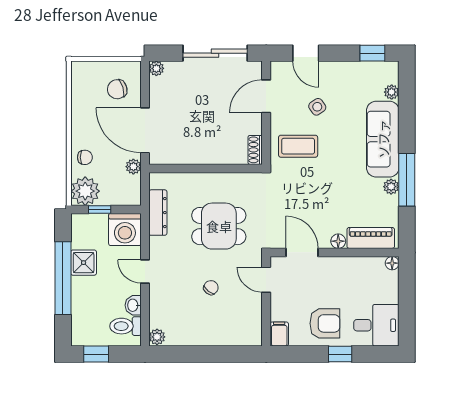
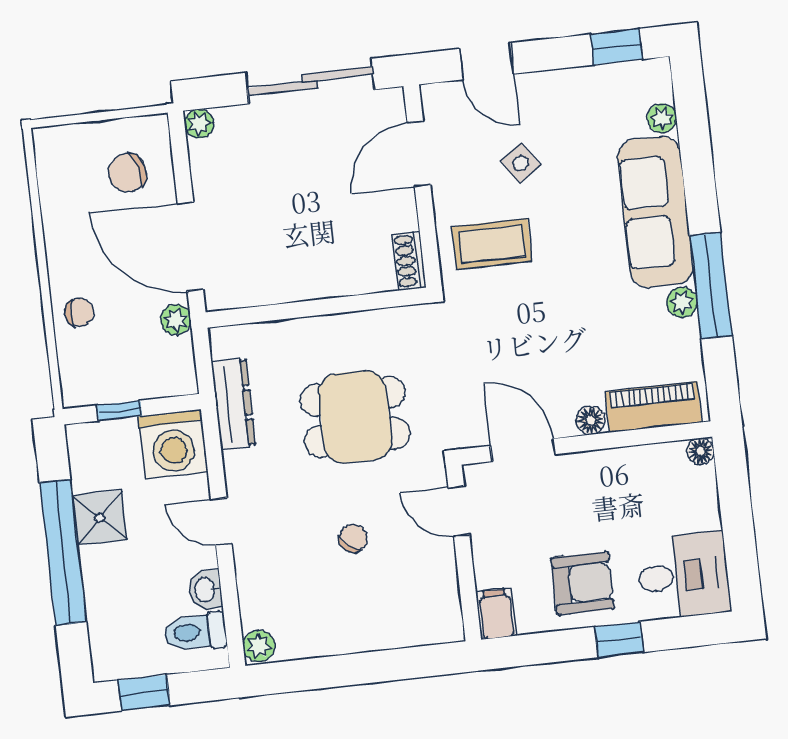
plant: (85, 191) -> (87, 378), removed

